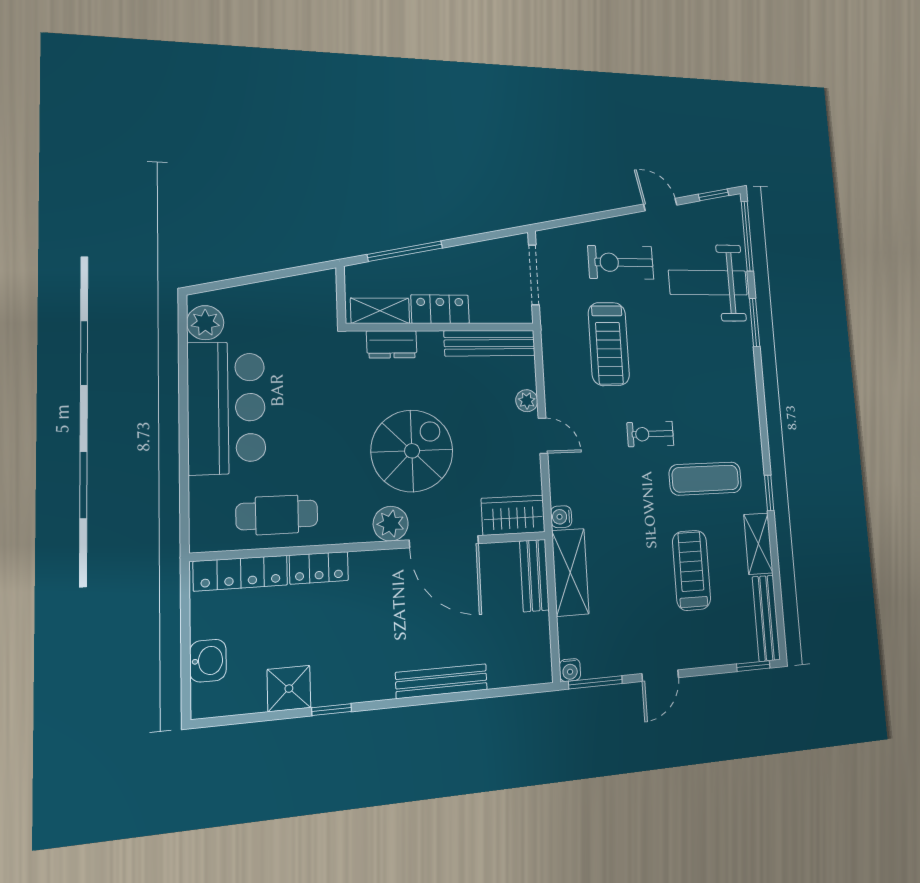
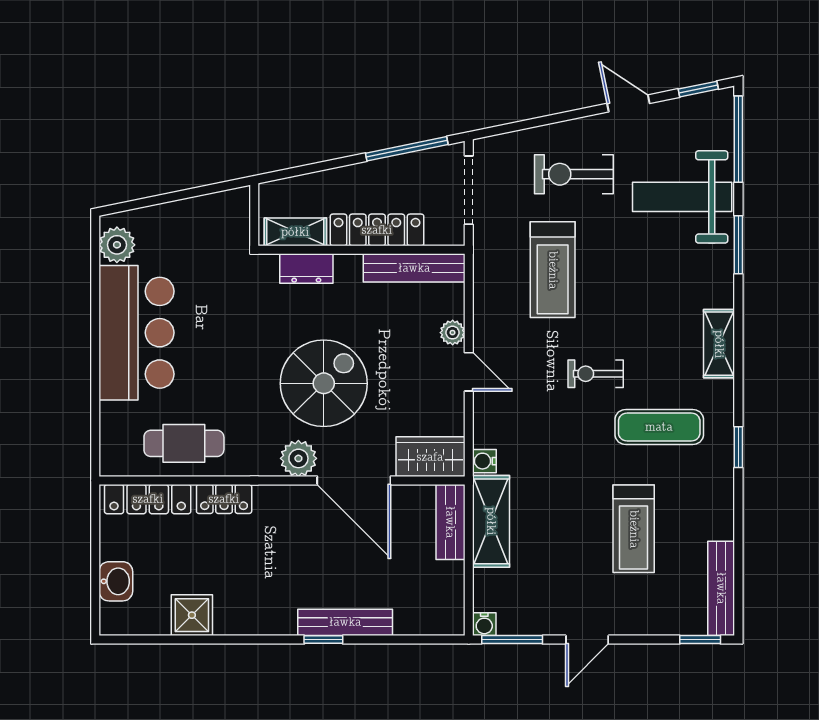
window: (405, 251) -> (407, 149), moved
locker: (440, 309) -> (377, 230), width x1.53
shelving: (758, 544) -> (719, 344), moved
treadmill: (692, 570) -> (634, 529), turned 180
window: (332, 710) -> (323, 640), moved

